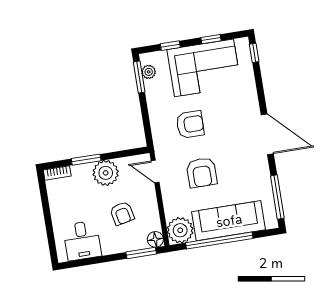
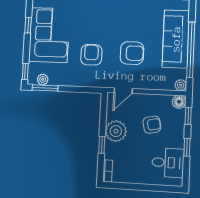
window: (170, 46) -> (25, 72), moved
window: (86, 160) -> (102, 145), width x0.67
plant: (180, 230) -> (181, 85), width x0.53, depth x0.53
window: (141, 253) -> (188, 116), width x0.67
window: (104, 259) -> (187, 147), added

